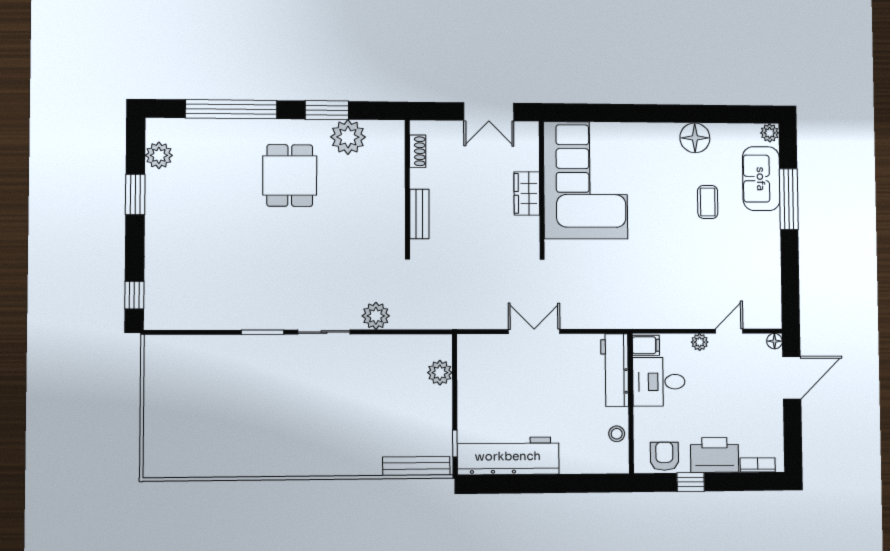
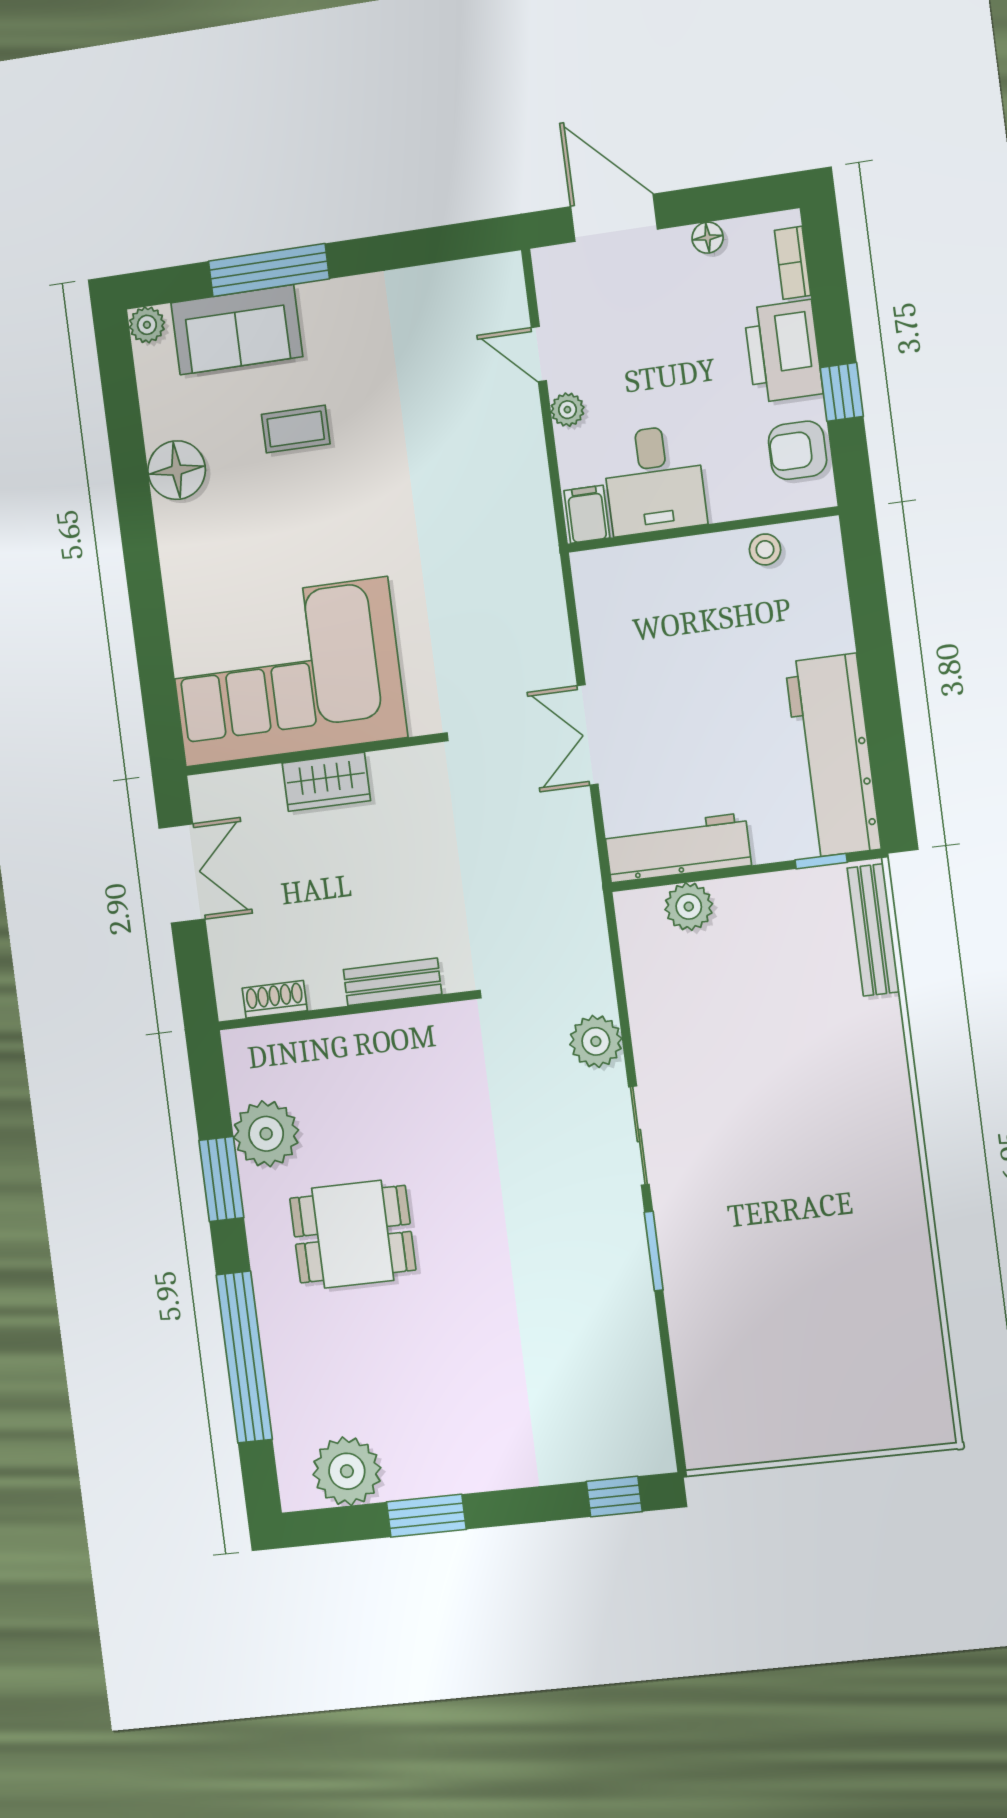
plant: (159, 155) -> (347, 1471), width x1.36, depth x1.36
floor lamp: (774, 341) -> (708, 238), moved
workbench: (615, 370) -> (678, 848), moved, turned 180

